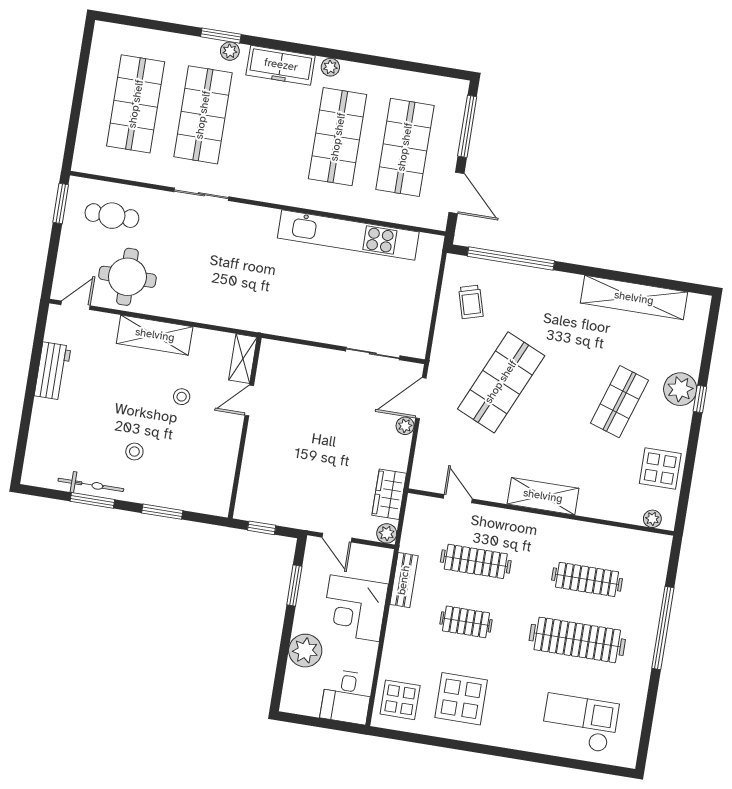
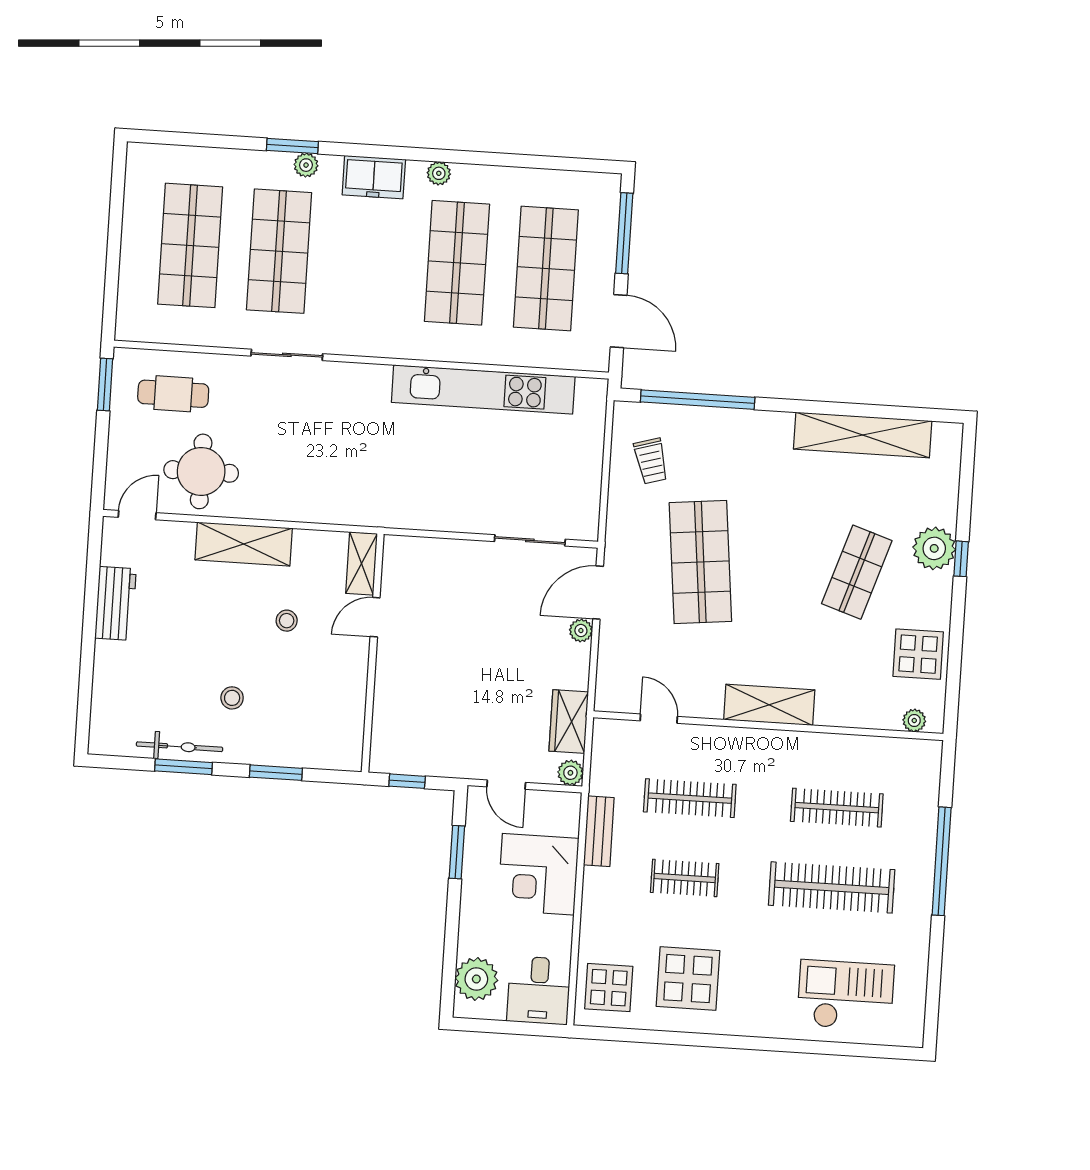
freezer: (281, 65) -> (374, 177), width x0.71
shop shelf: (501, 382) -> (700, 562), turned -30
plant: (305, 651) -> (476, 979), moved

